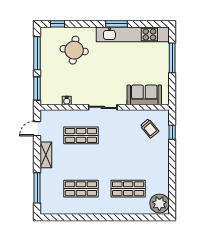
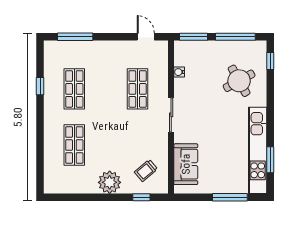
window: (117, 24) -> (270, 160), moved
round table: (74, 50) -> (239, 81), turned -36
shelving: (46, 155) -> (114, 47), removed
plant: (159, 203) -> (110, 182), moved
window: (79, 217) -> (40, 86), added

